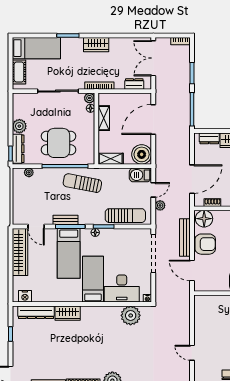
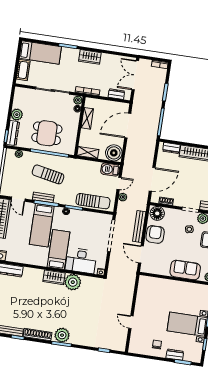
sun lounger: (82, 183) -> (48, 174), moved
armchair: (205, 244) -> (155, 234), turned -90
wardrobe: (68, 313) -> (54, 277), moved
plant: (131, 315) -> (73, 282), moved

